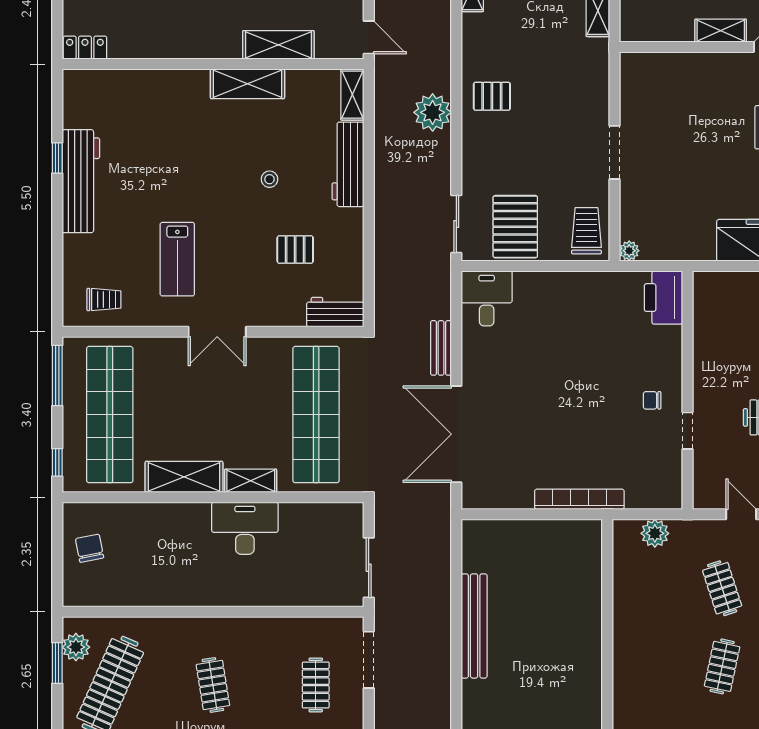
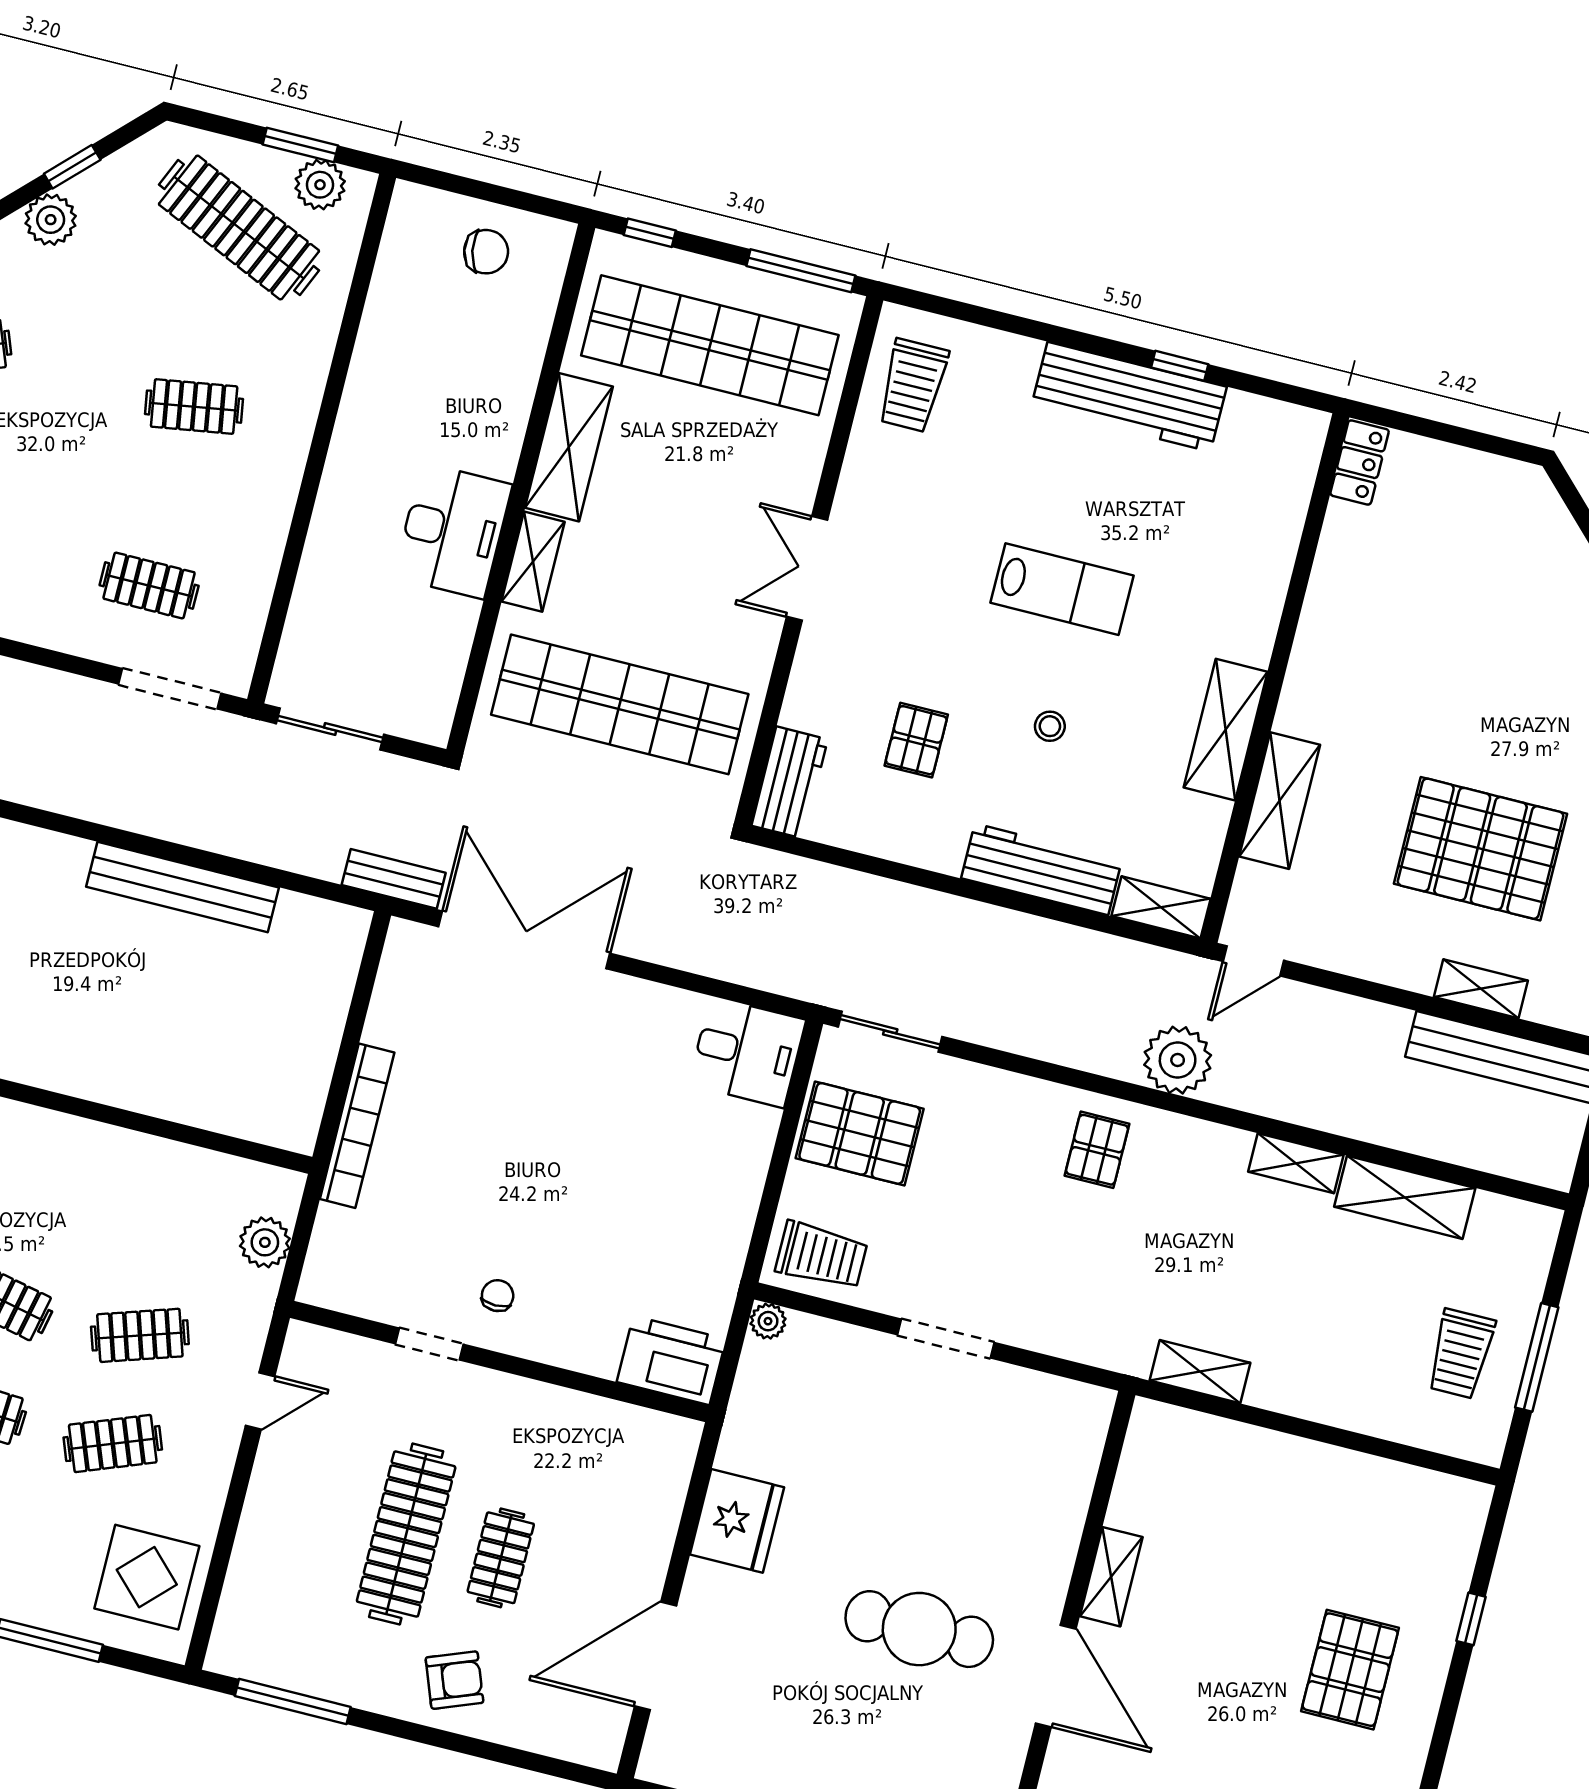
plant: (433, 112) -> (1178, 1060), moved
lab bench: (177, 259) -> (1062, 589), moved, turned 180
trolley: (104, 299) -> (913, 385), width x1.36, depth x1.39
bench: (441, 348) -> (394, 879), moved

